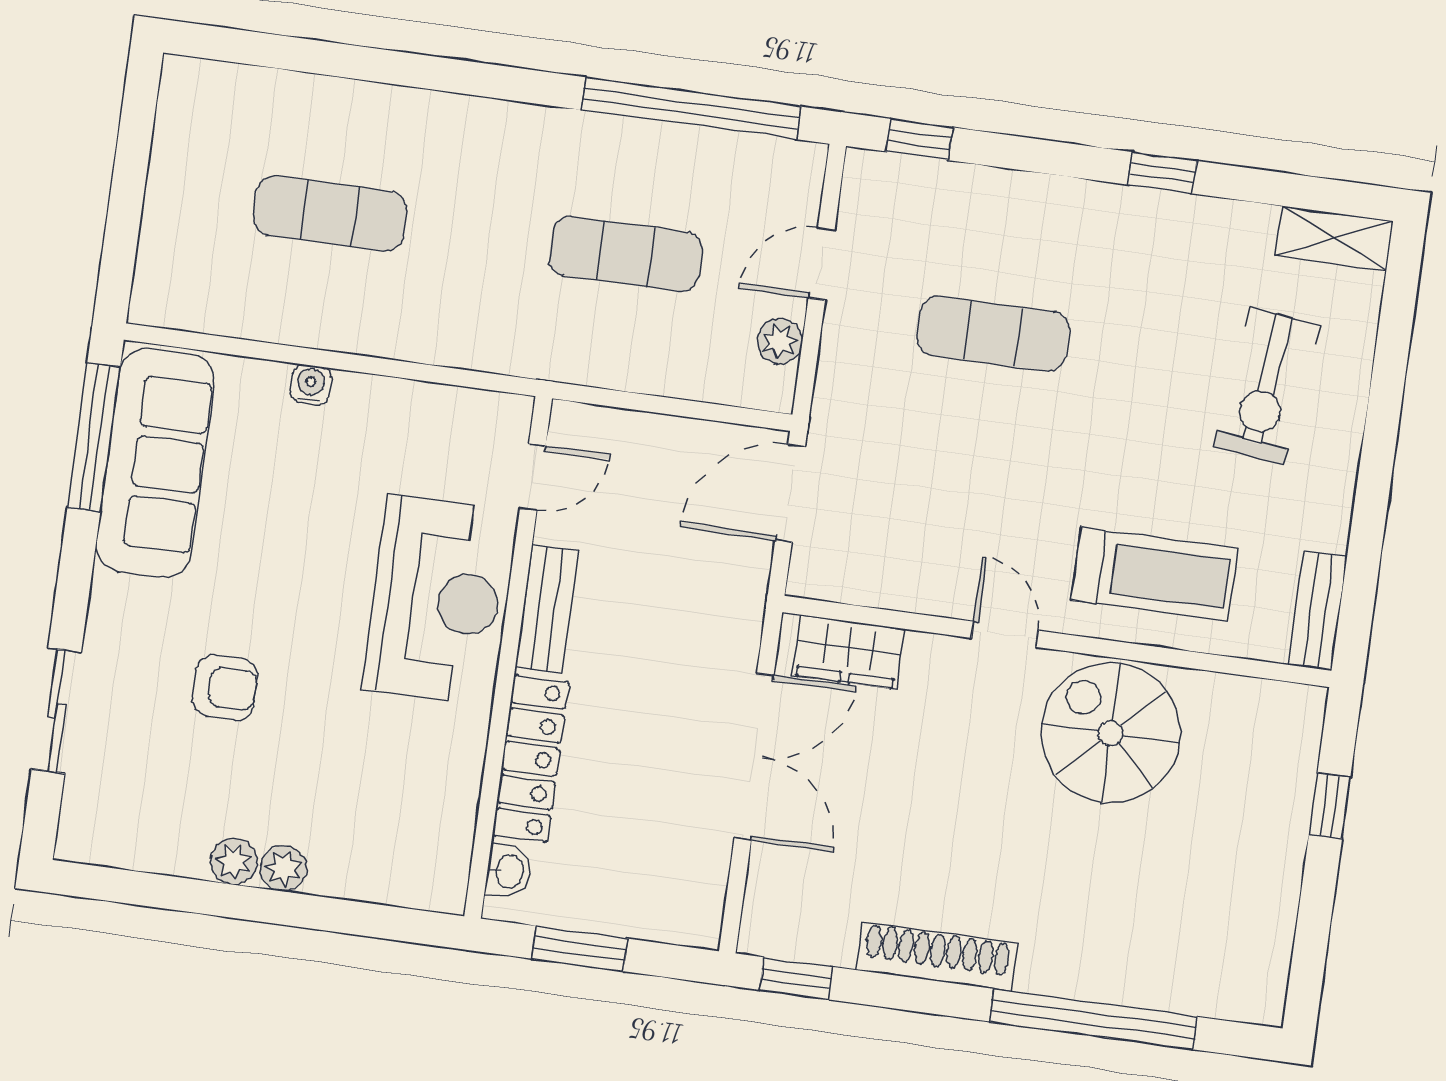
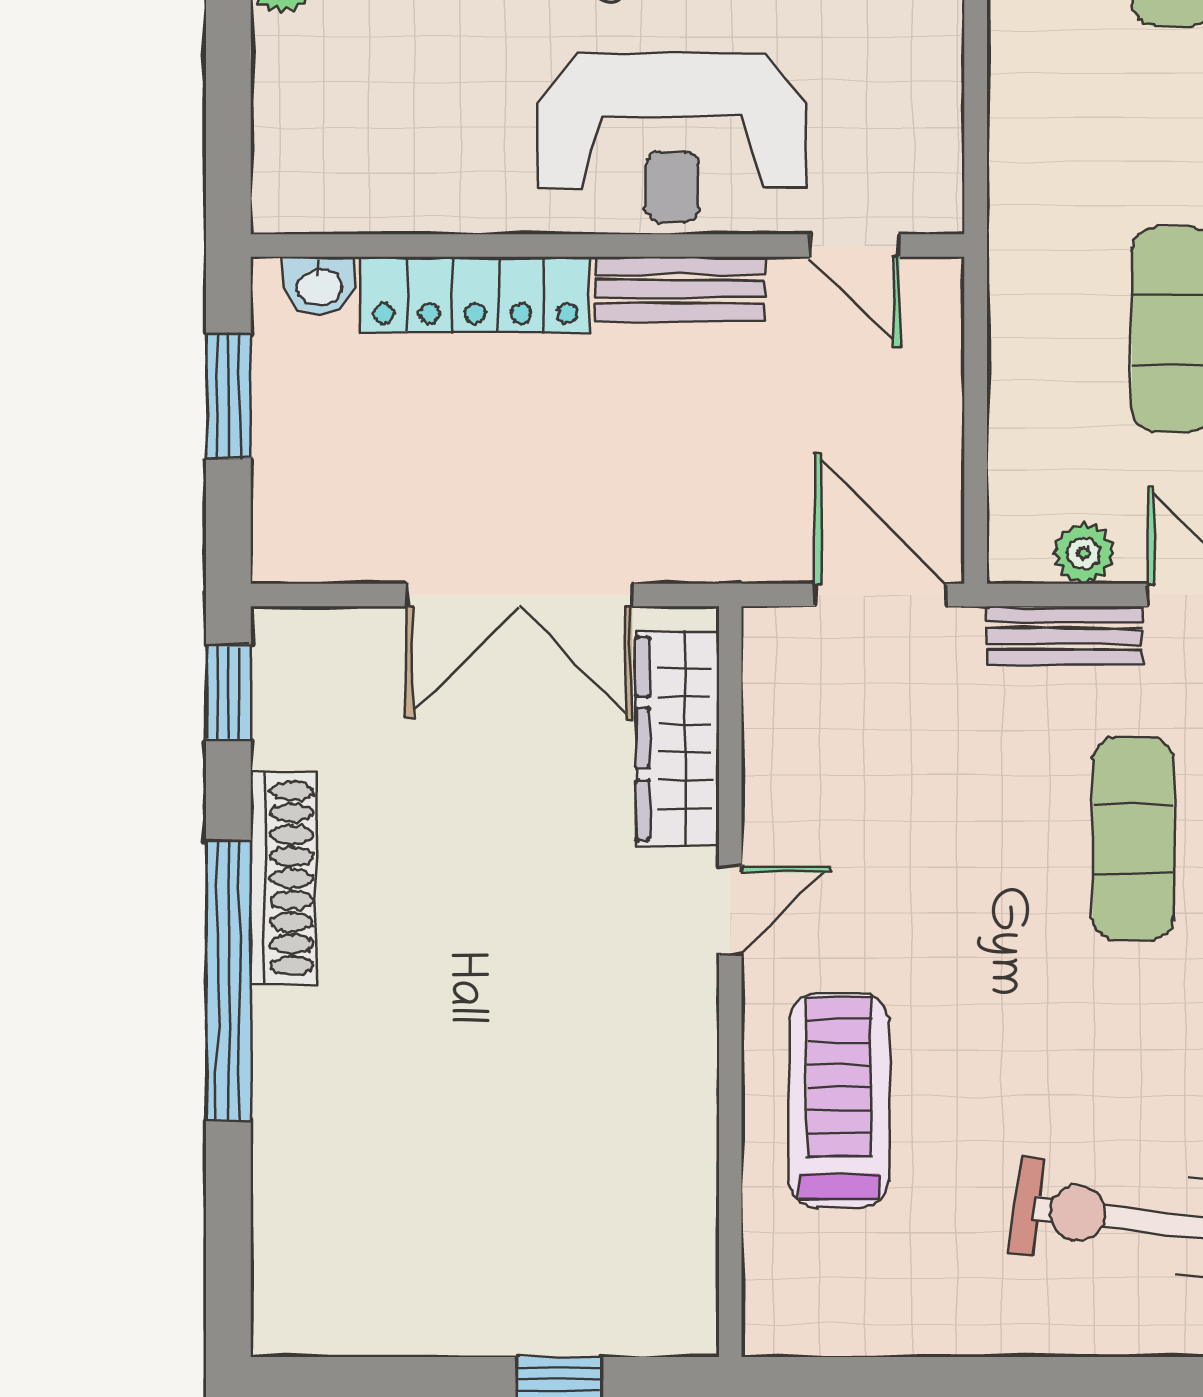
treadmill: (1154, 574) -> (839, 1100), turned 180
bench: (1318, 611) -> (1064, 636), moved
wardrobe: (848, 652) -> (678, 738), width x1.50
spiral stairs: (1111, 733) -> (617, 1071), removed
window: (1093, 1019) -> (228, 981), moved

